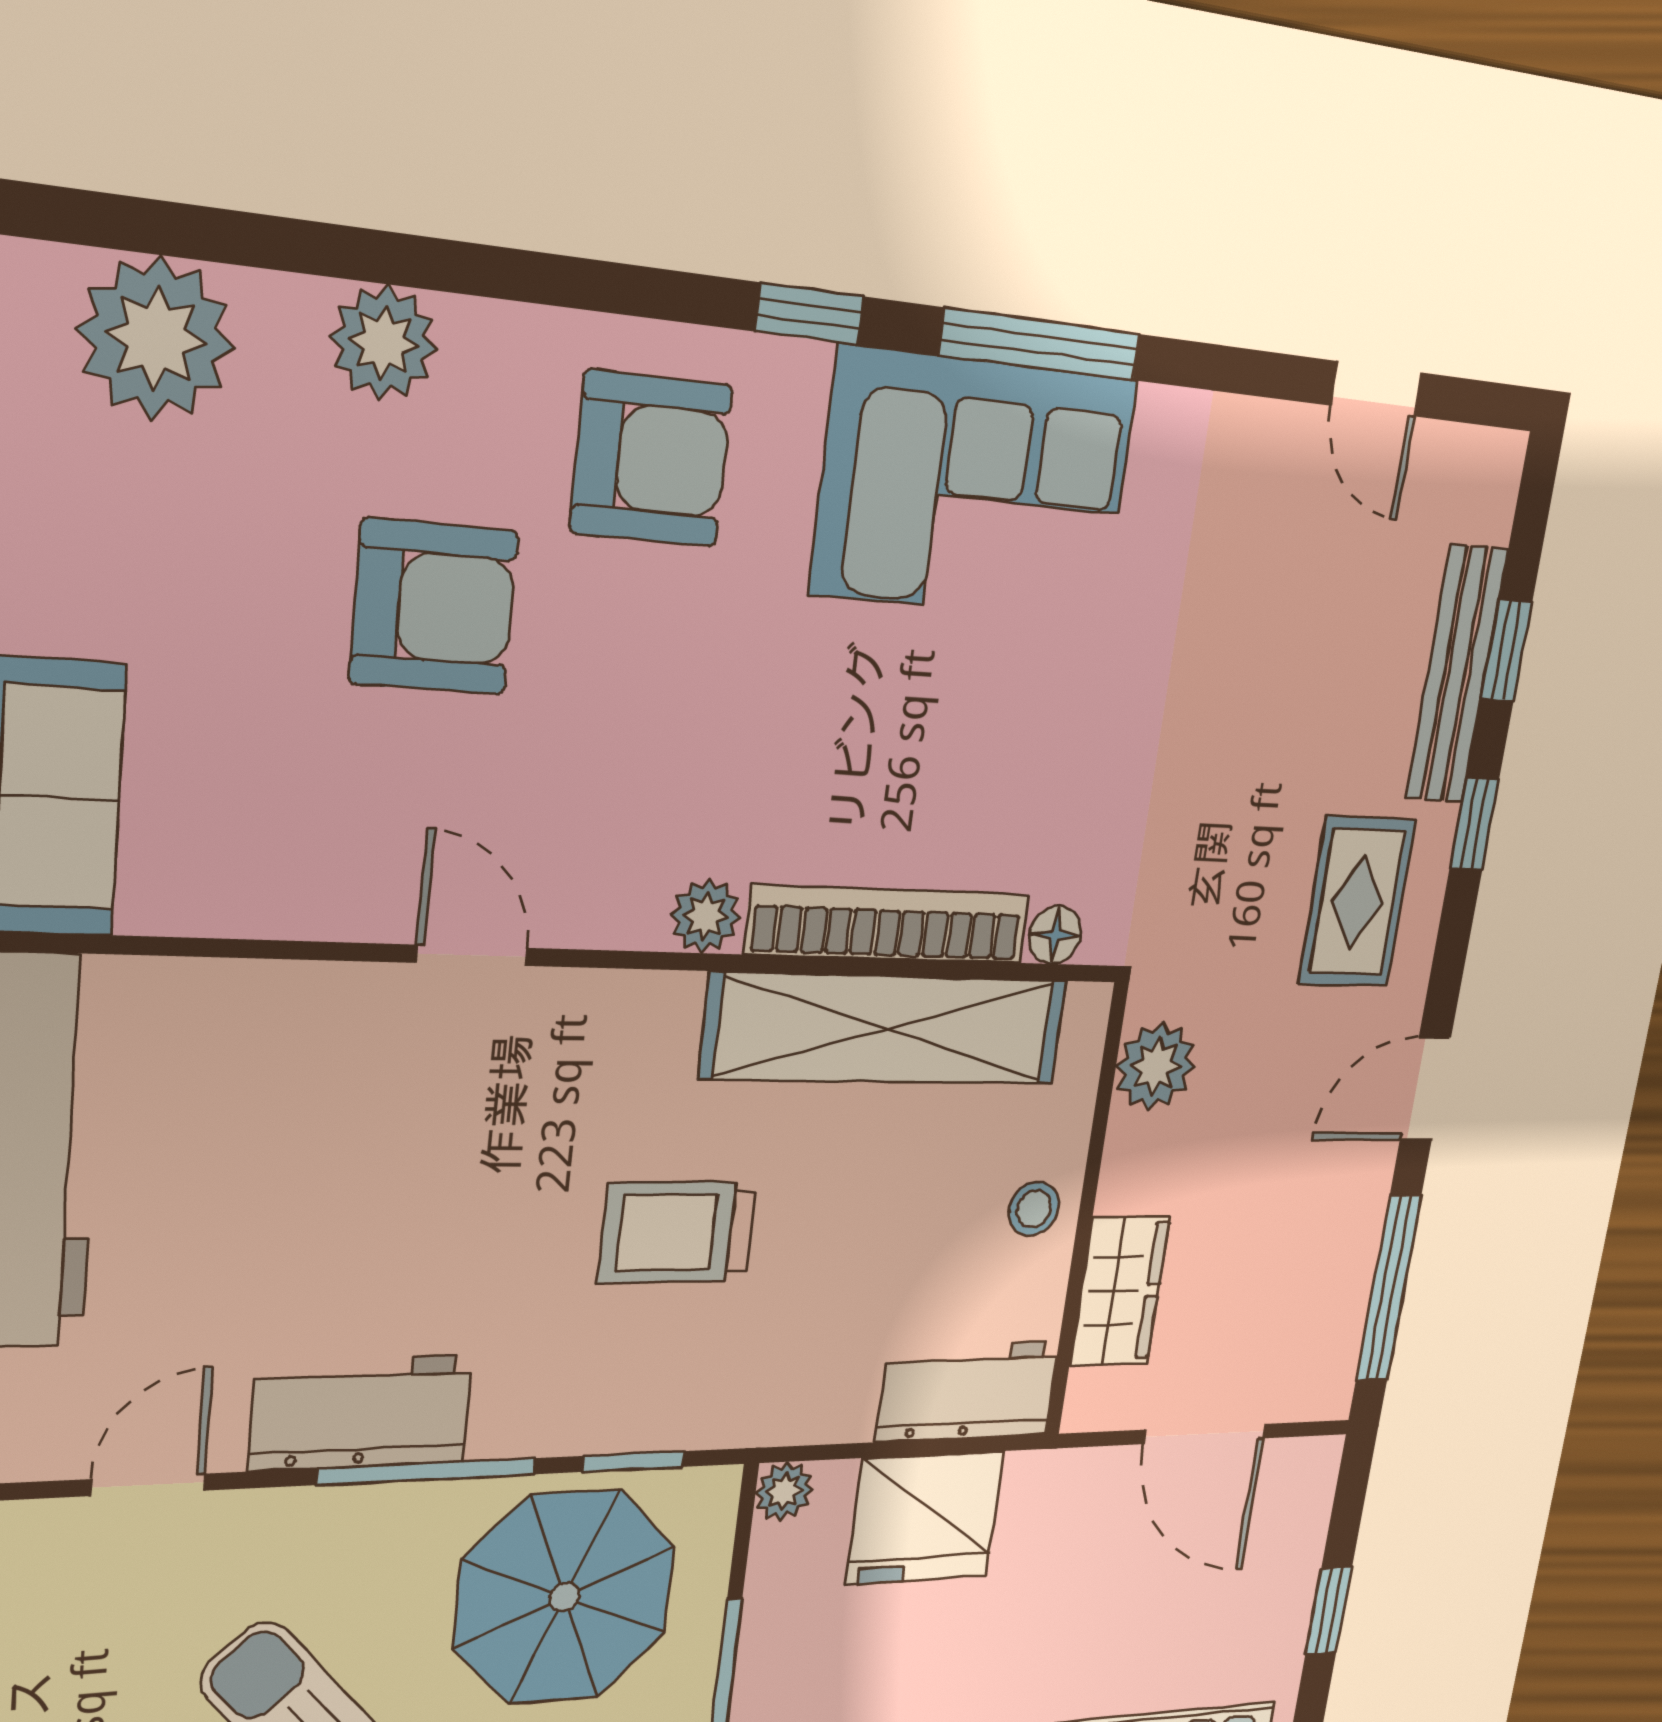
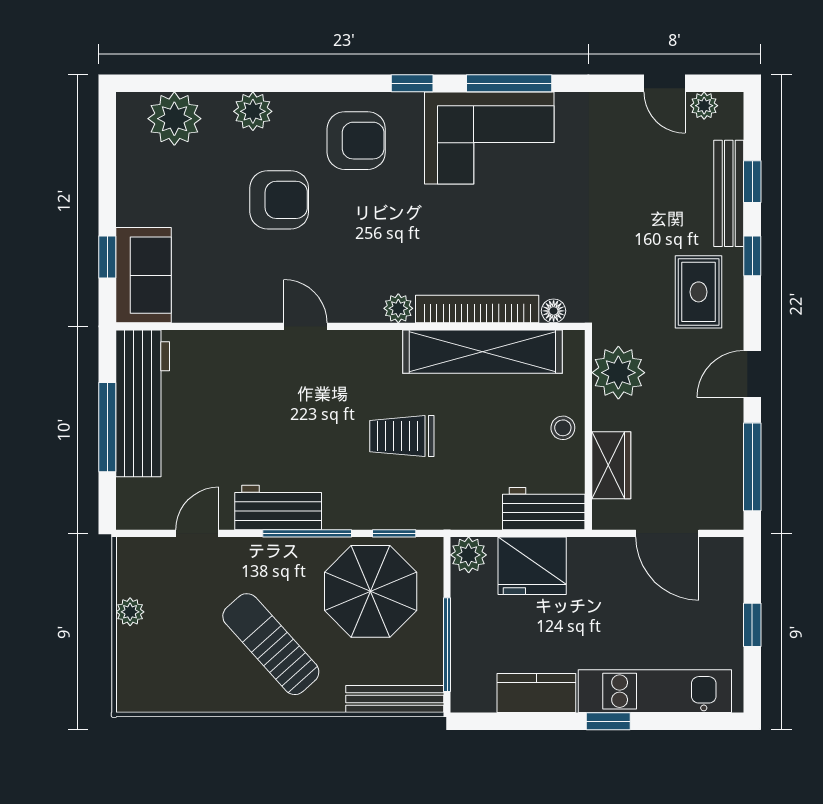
plant: (1446, 456) -> (704, 106), added
plant: (1156, 1066) -> (618, 373), width x1.36, depth x1.36
plant: (784, 1491) -> (469, 555), width x1.38, depth x1.38

